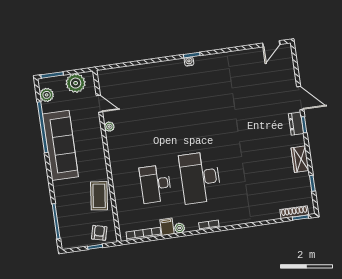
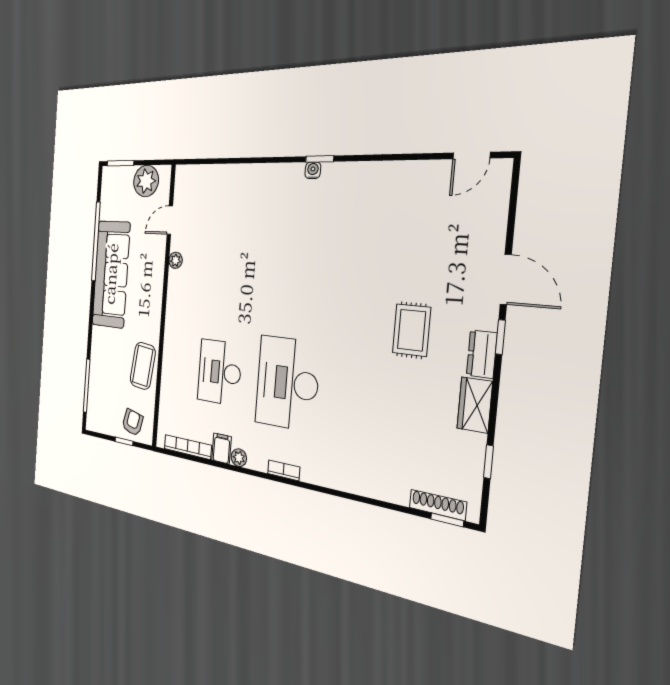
plant: (47, 95) -> (109, 193), removed
door: (99, 104) -> (170, 220), swing flipped
dresser: (296, 124) -> (482, 354), moved
rug: (262, 132) -> (411, 330), added

